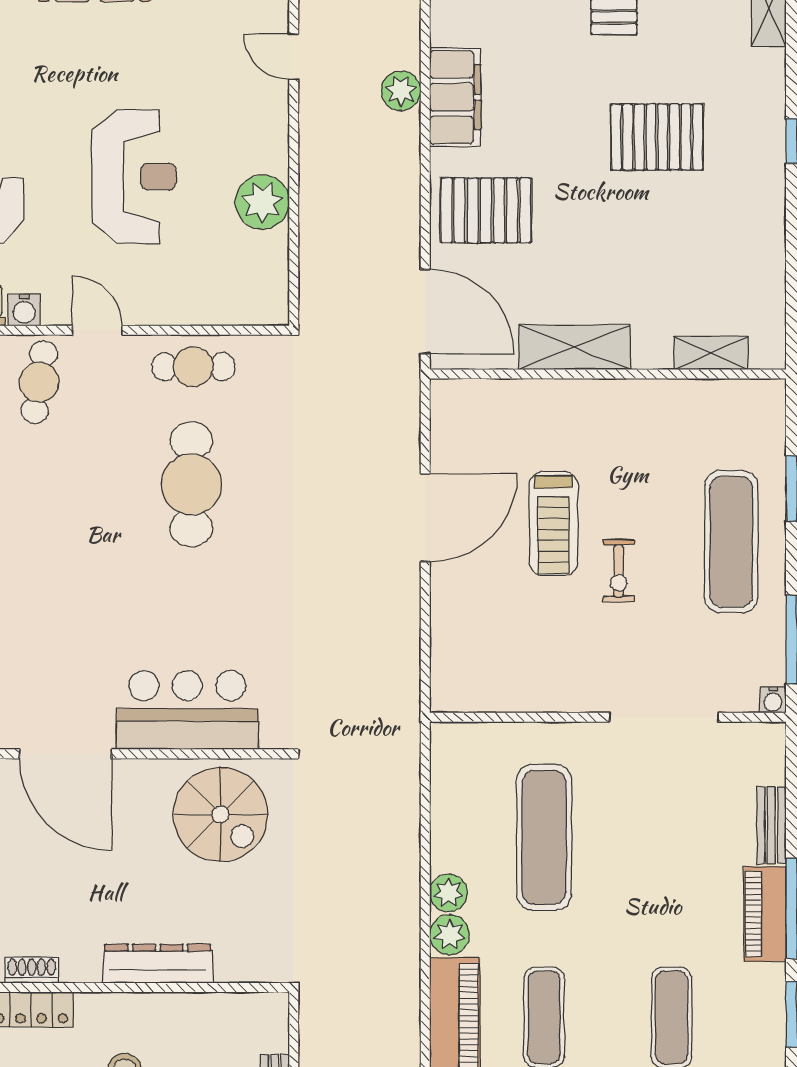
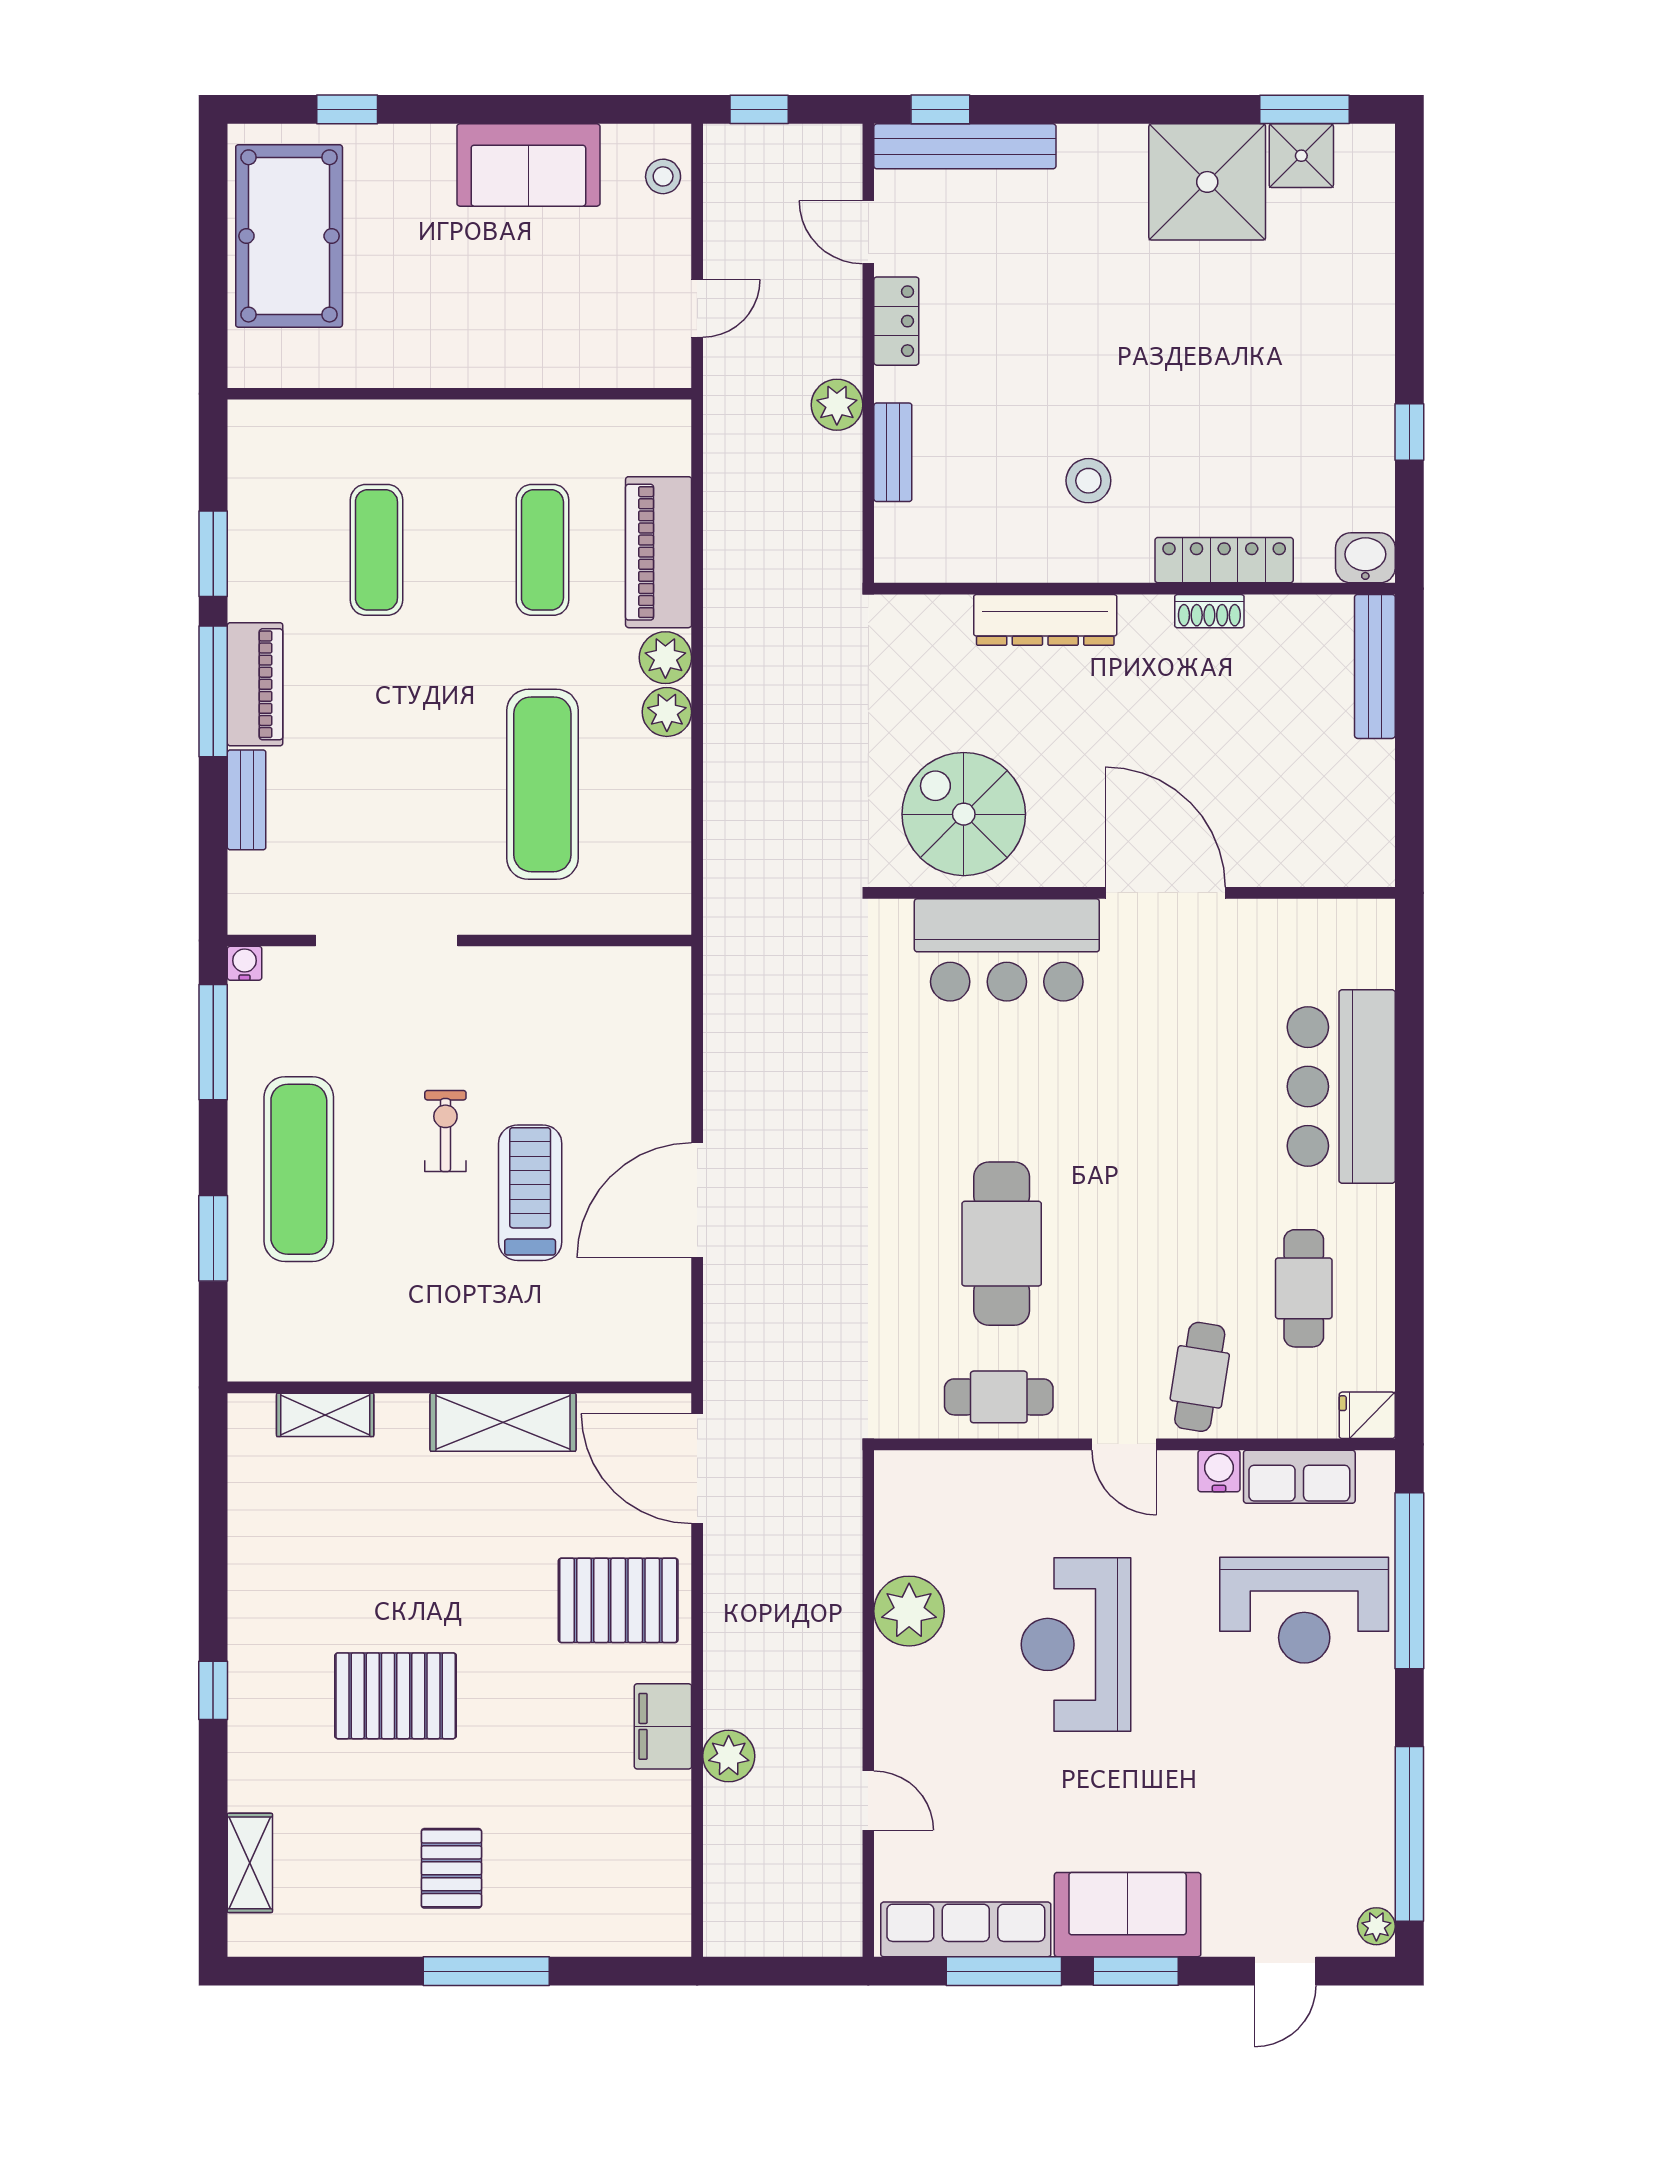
filing cabinet: (455, 97) -> (663, 1726), width x0.67, depth x0.86

